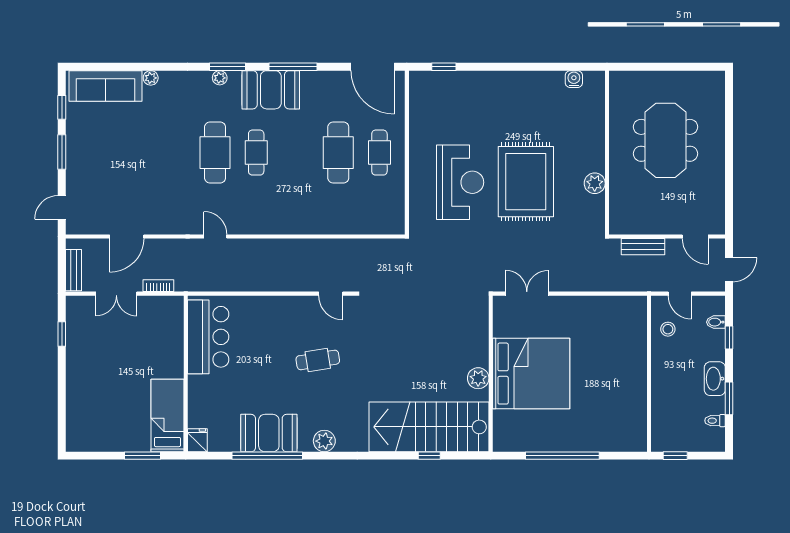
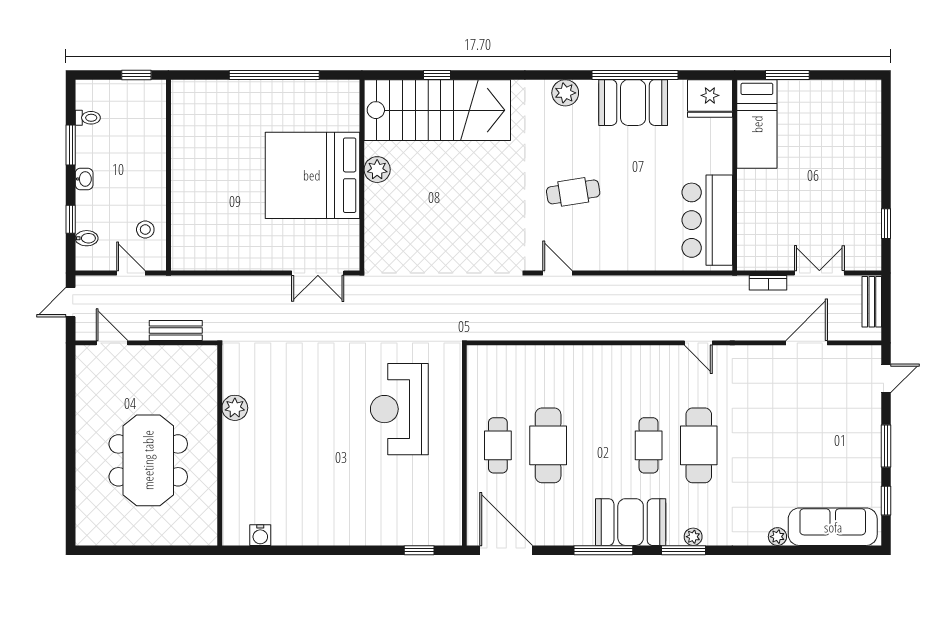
rug: (526, 182) -> (319, 410), removed
washbasin: (715, 379) -> (84, 179), width x0.52, depth x0.69
fridge: (197, 440) -> (710, 99), width x1.88, depth x1.34

